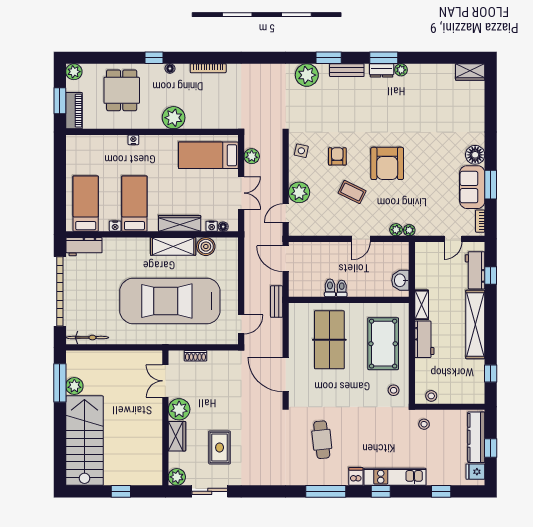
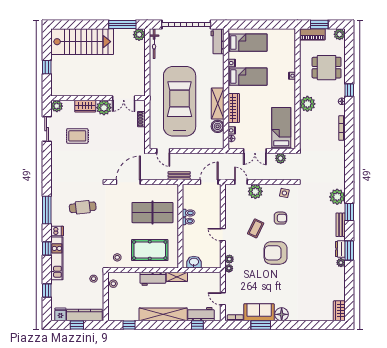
double door: (165, 381) -> (124, 98), swing flipped
plant: (74, 386) -> (139, 35), moved

